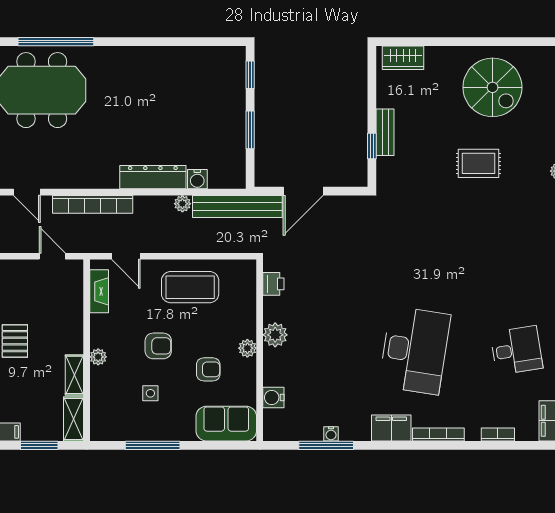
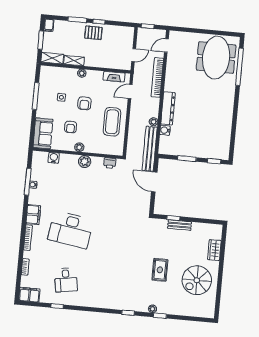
wardrobe: (403, 58) -> (214, 250), moved

